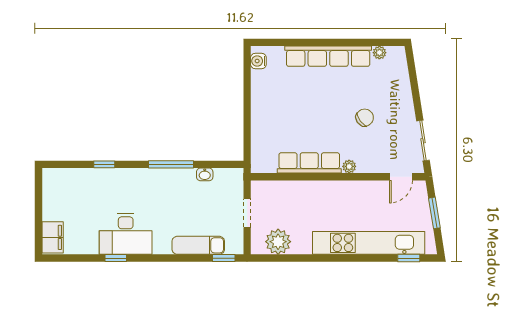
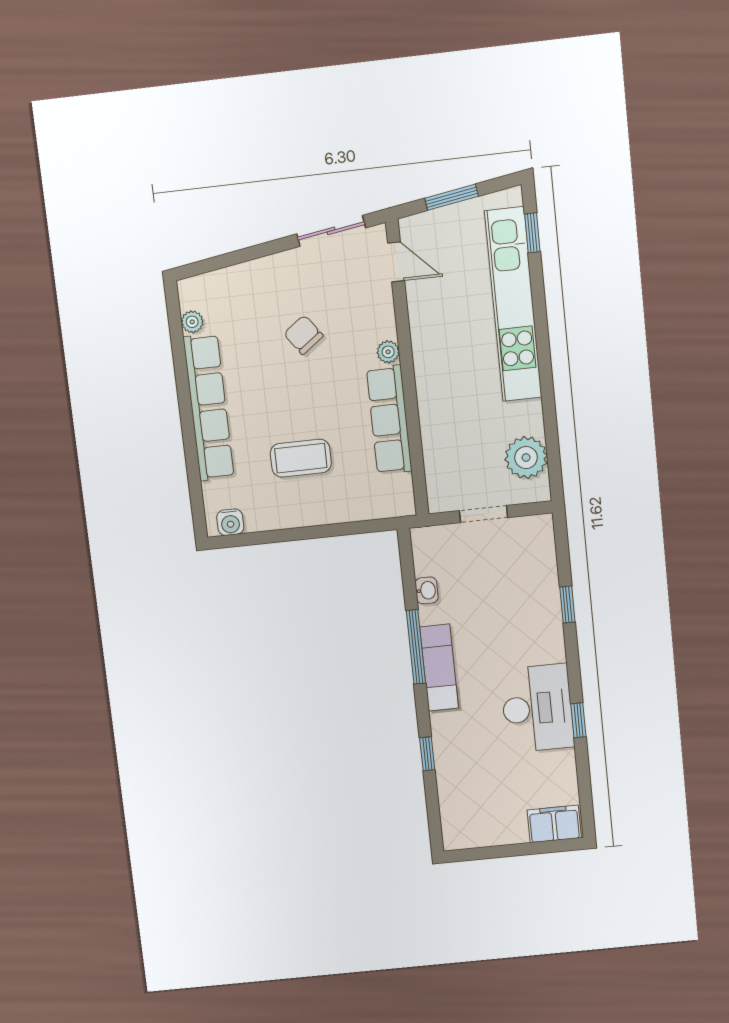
coffee table: (292, 108) -> (301, 458), added
exam couch: (198, 245) -> (439, 668), moved, turned 180
window: (224, 258) -> (567, 604), moved

